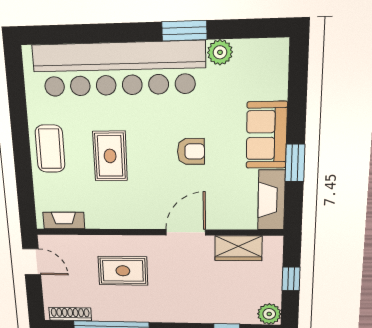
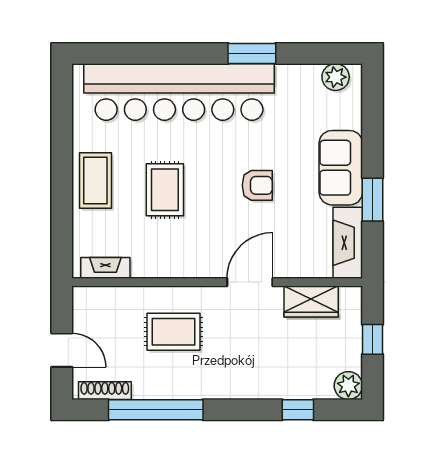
plant: (220, 52) -> (336, 77), moved
door: (32, 262) -> (62, 350), moved

